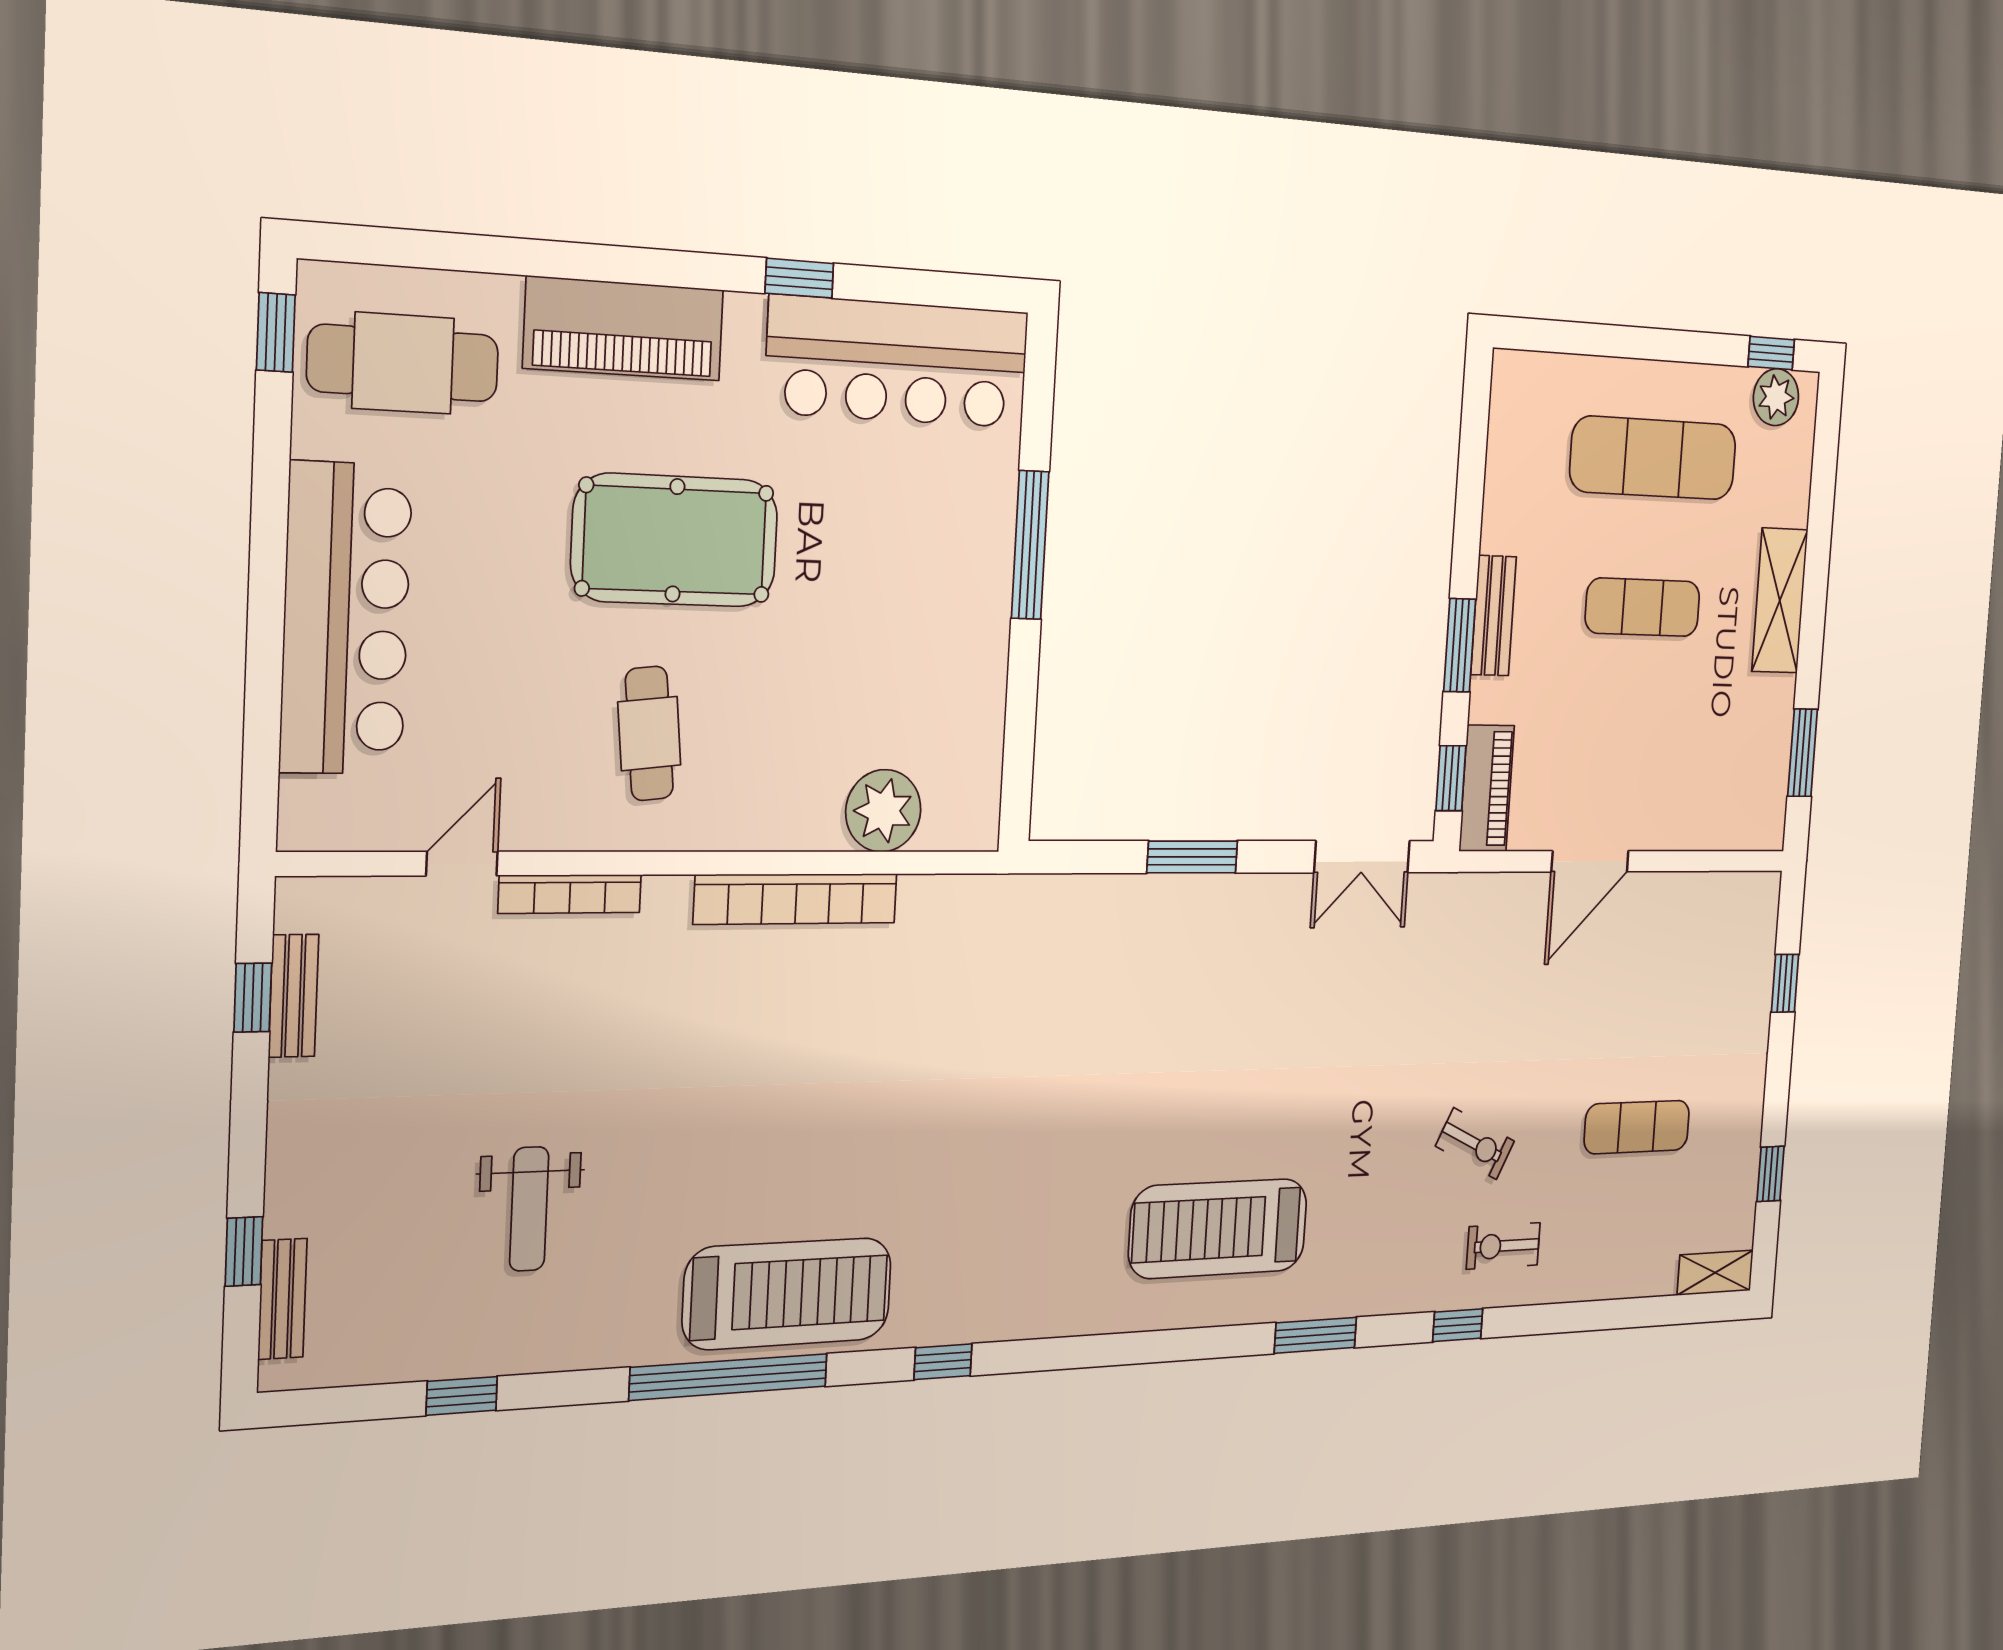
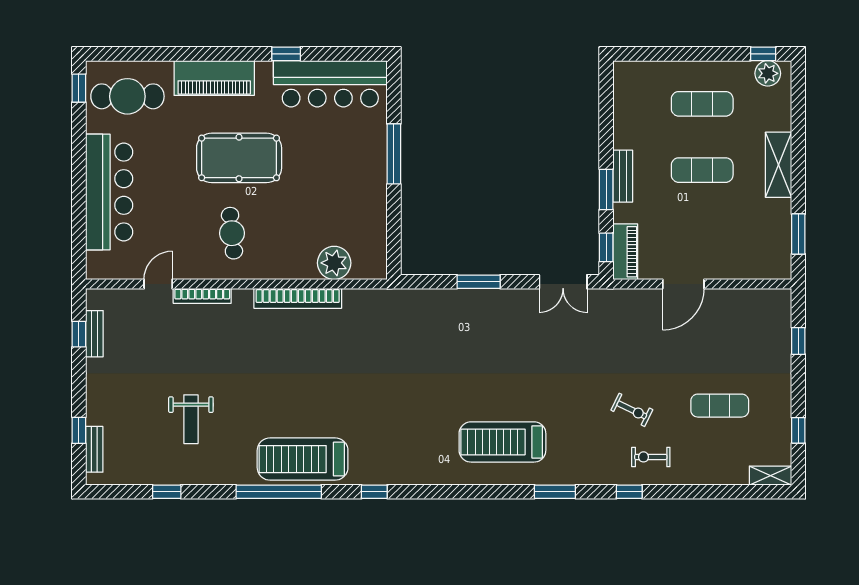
exercise mat: (1653, 458) -> (702, 104), width x0.73, depth x0.69
treadmill: (788, 1294) -> (303, 459), turned 180

